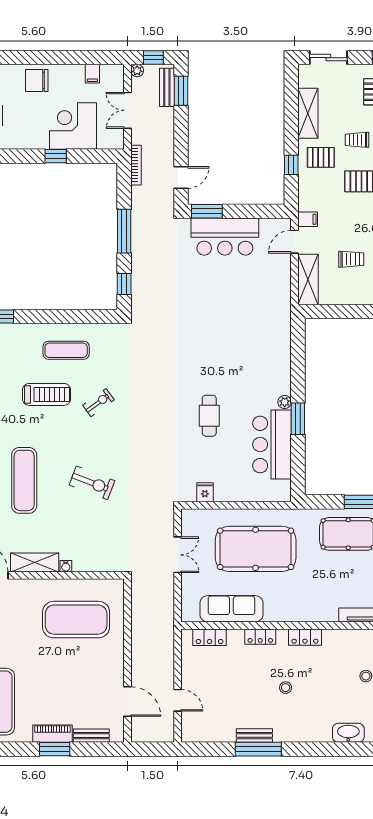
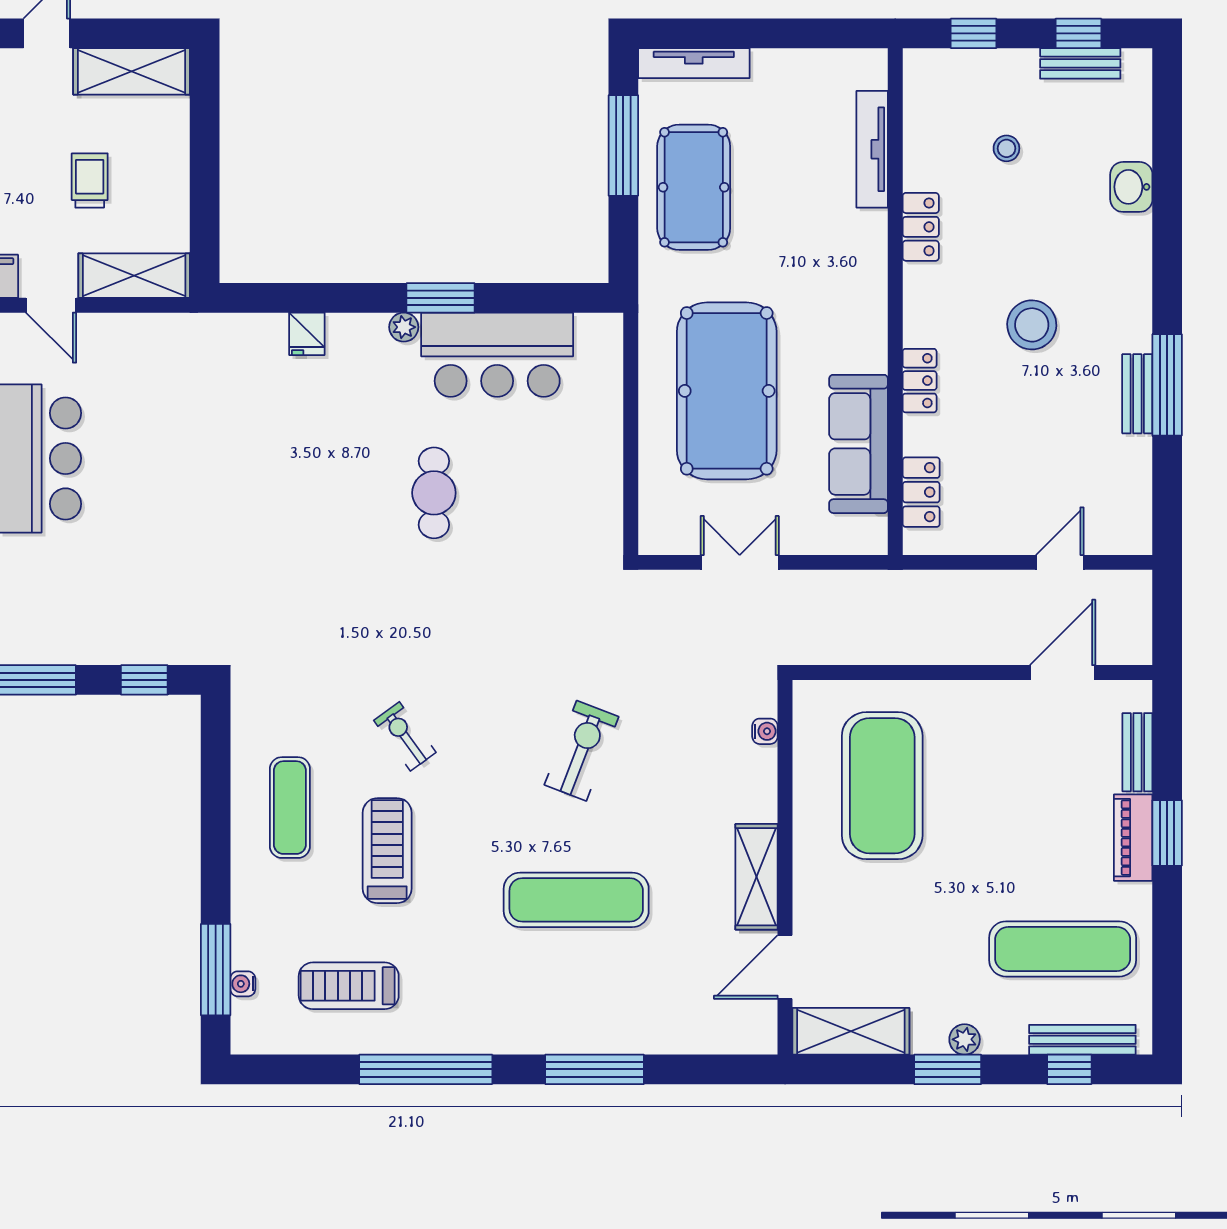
cafe table: (209, 416) -> (434, 493), turned 90
fridge: (205, 492) -> (307, 334), moved, turned -90
water cooler: (66, 566) -> (765, 731), moved
locker: (305, 637) -> (921, 227), moved
stool: (286, 688) -> (1032, 325), width x1.89, depth x1.89
washbasin: (348, 733) -> (1131, 187), width x0.72

